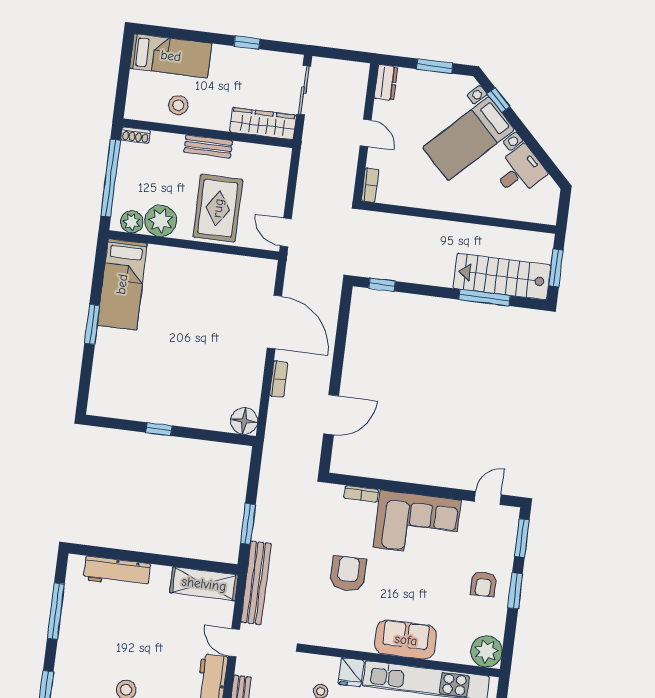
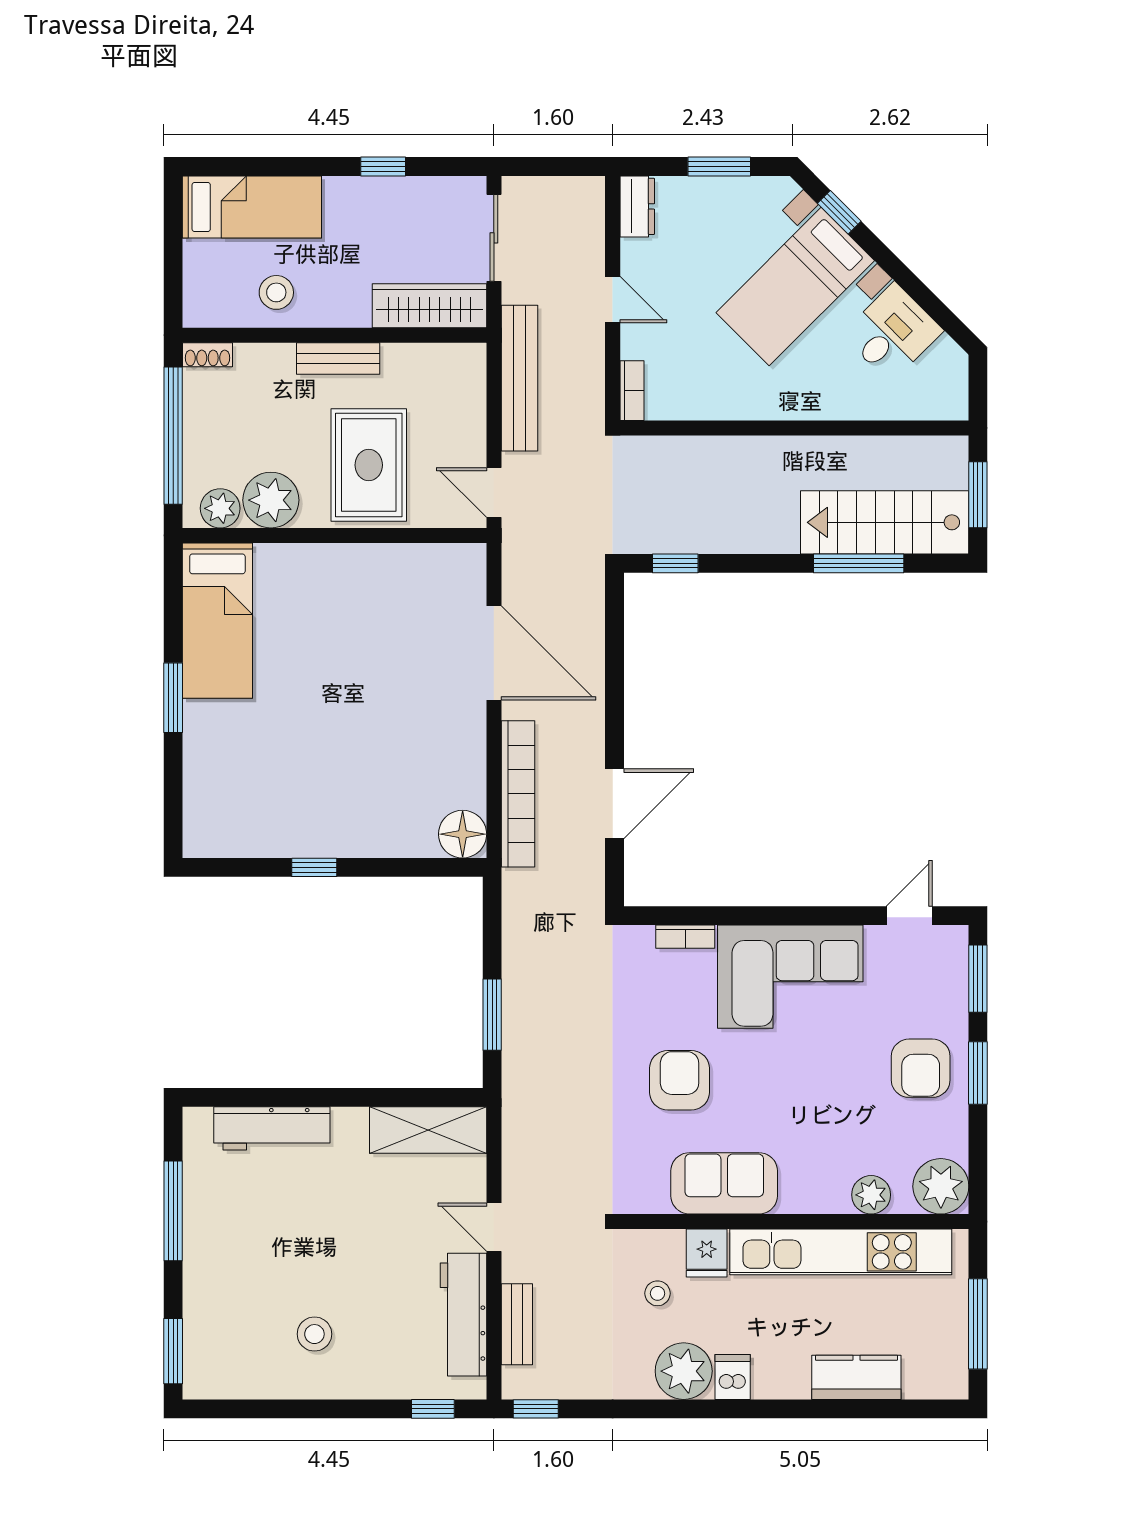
bookcase: (279, 379) -> (518, 794), width x2.31, depth x1.31
bench: (256, 583) -> (520, 378), moved
armchair: (484, 584) -> (921, 1068), width x1.38, depth x1.38
sofa: (406, 640) -> (724, 1183), moved
plant: (447, 651) -> (871, 1195), added

